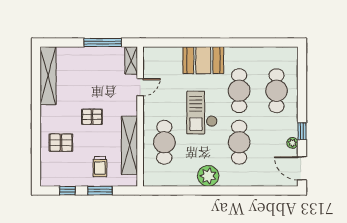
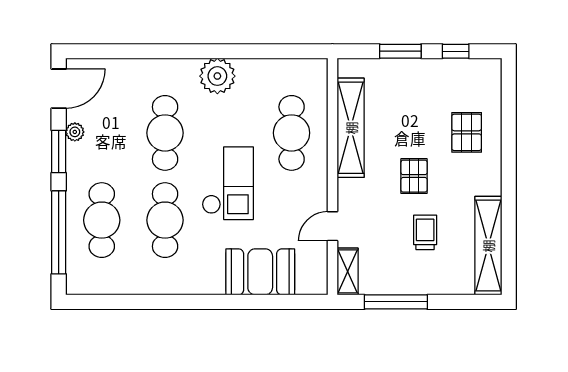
booth: (203, 60) -> (260, 272), moved
window: (302, 83) -> (59, 232), added
pallet: (92, 117) -> (414, 176), turned 90
window: (302, 131) -> (59, 152), width x1.50
pallet: (61, 143) -> (467, 132), turned 90
trolley: (100, 167) -> (425, 232), moved
door: (302, 168) -> (59, 89), hinge flipped

